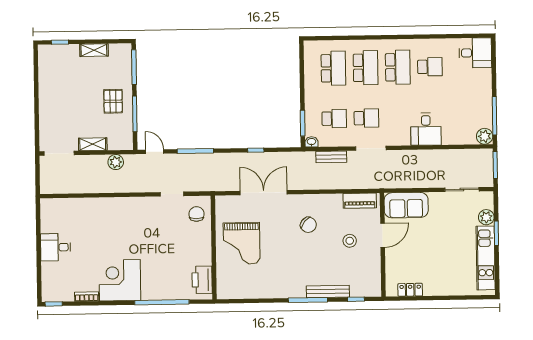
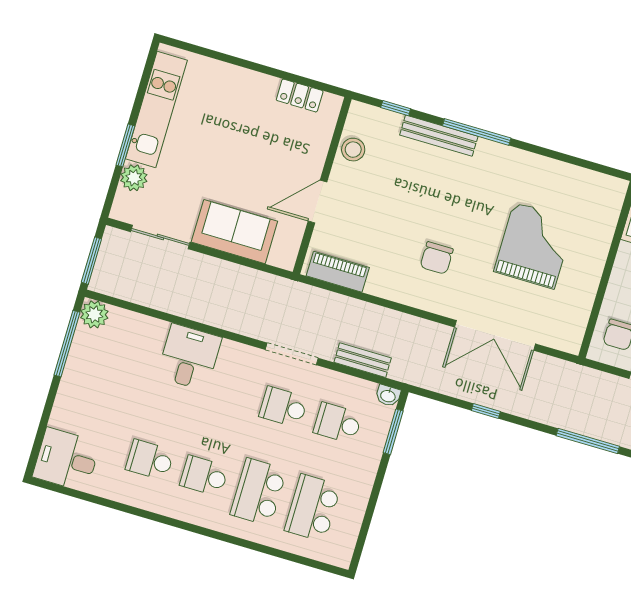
school desk: (398, 67) -> (204, 476), width x0.54
sofa: (406, 205) -> (234, 232), moved
chair: (308, 225) -> (437, 258), turned -129
stool: (350, 241) -> (353, 150), moved
grand piano: (242, 243) -> (534, 246), moved

